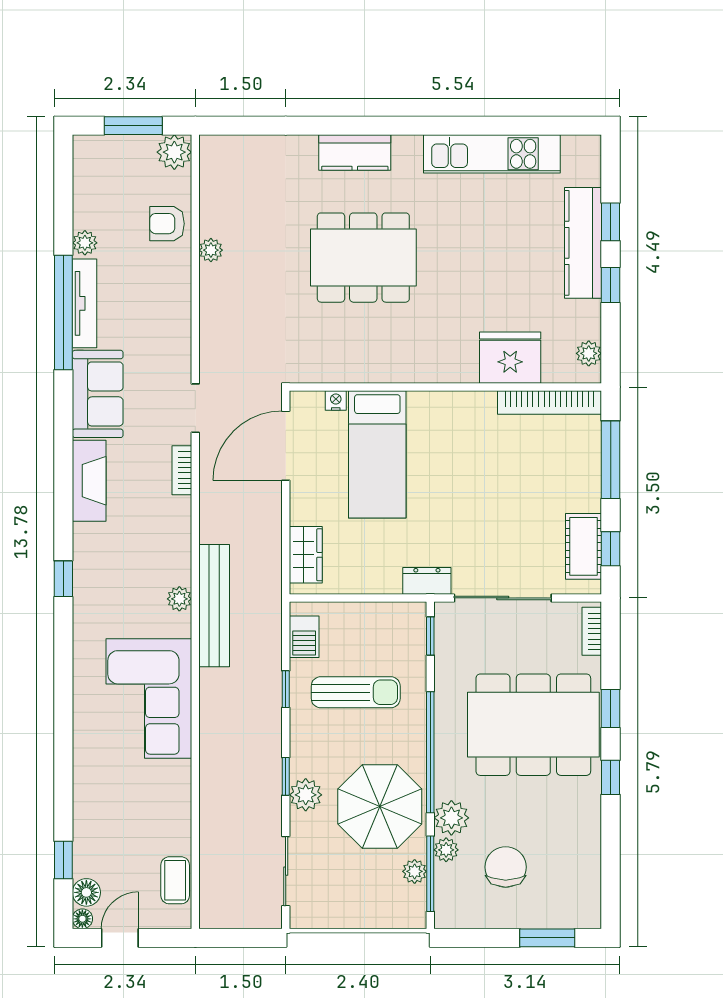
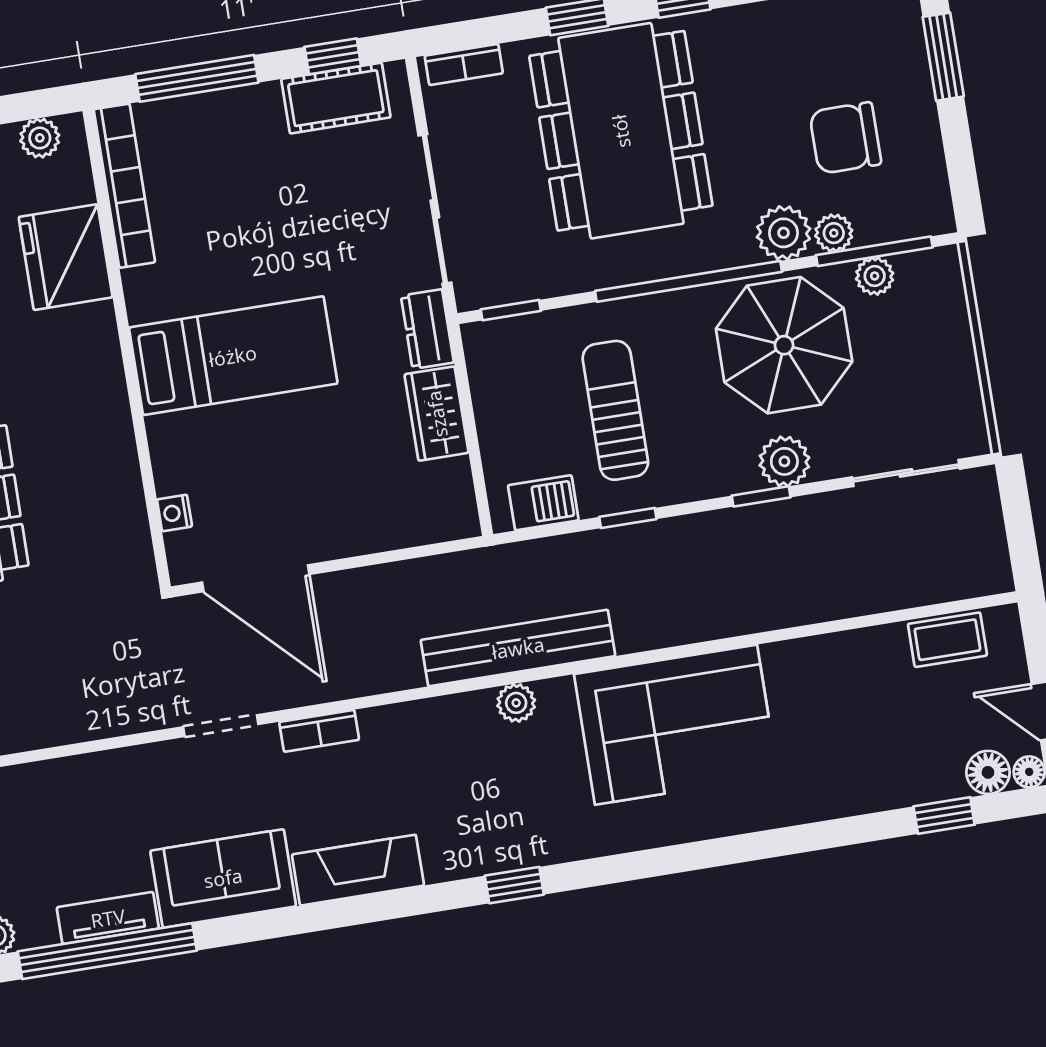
tv unit: (84, 303) -> (108, 918), width x0.71
bed: (377, 454) -> (233, 356), moved
wardrobe: (306, 555) -> (437, 414), moved, turned -90

